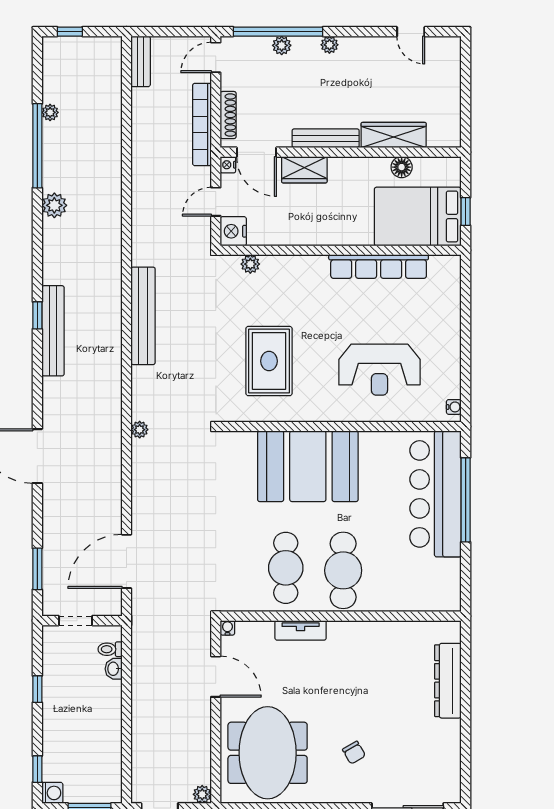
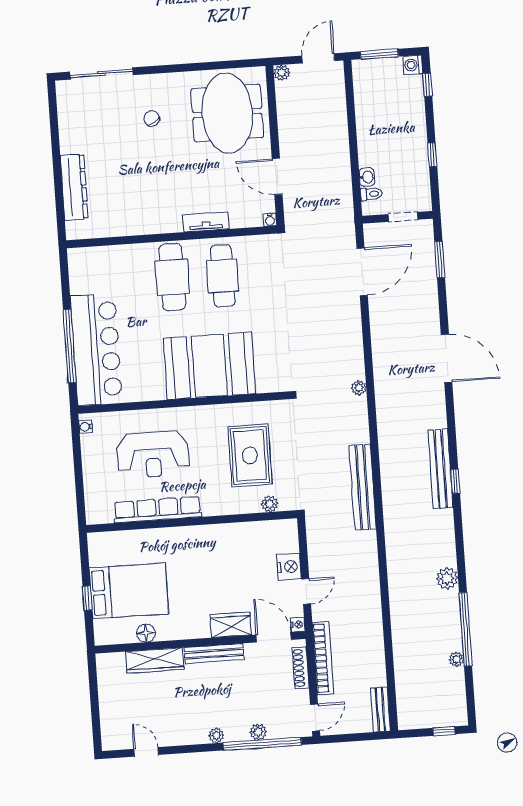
wall: (341, 250) -> (192, 522), moved
plant: (250, 264) -> (270, 504), moved
row of seats: (379, 267) -> (157, 510), moved
reception desk: (379, 370) -> (153, 455), turned 180

